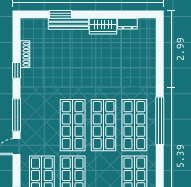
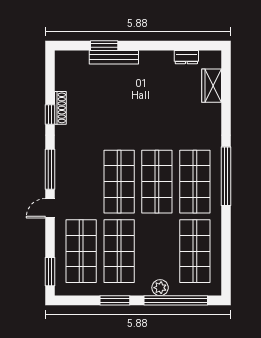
wardrobe: (103, 26) -> (212, 86), moved, turned 90
shoe rack: (25, 54) -> (60, 108), moved

